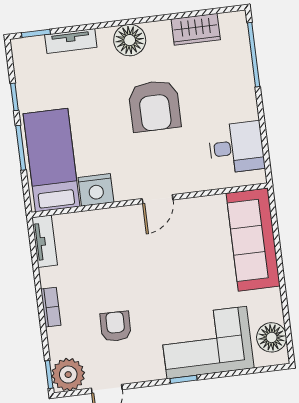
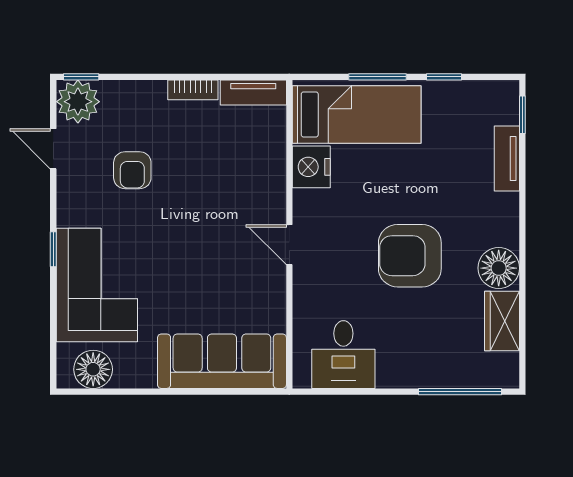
floor lamp: (130, 40) -> (499, 268), moved
bookcase: (51, 307) -> (193, 90), moved
armchair: (116, 326) -> (132, 170), turned 89

